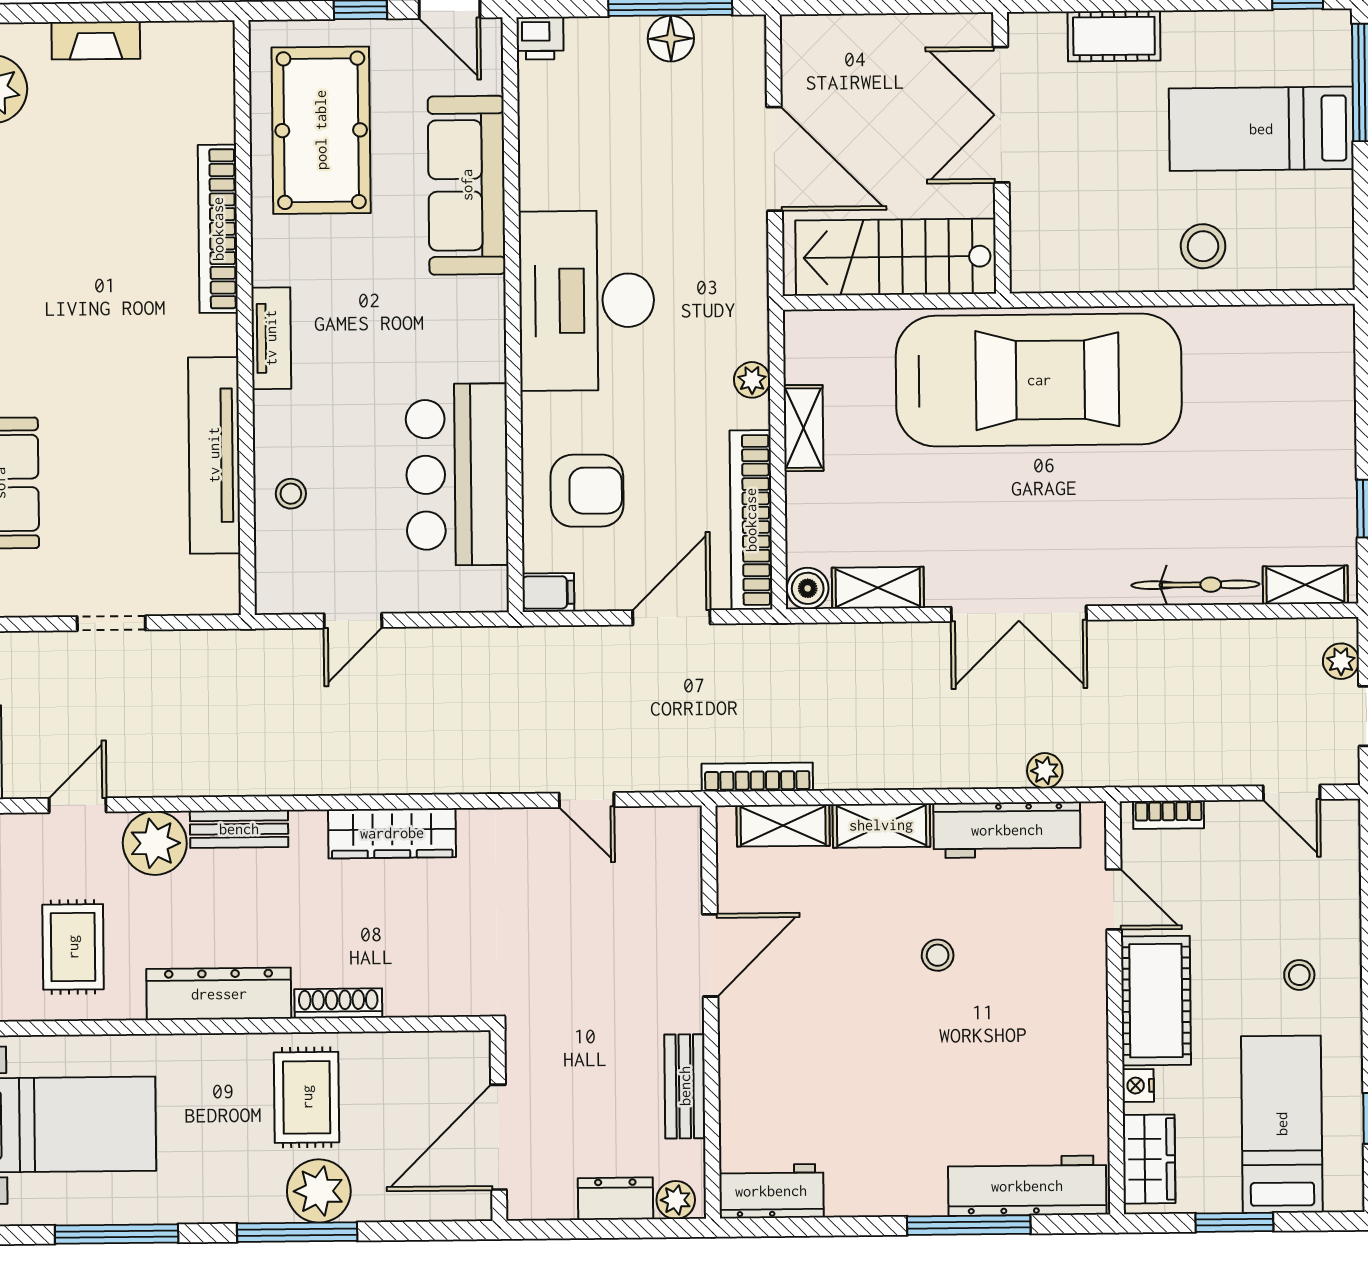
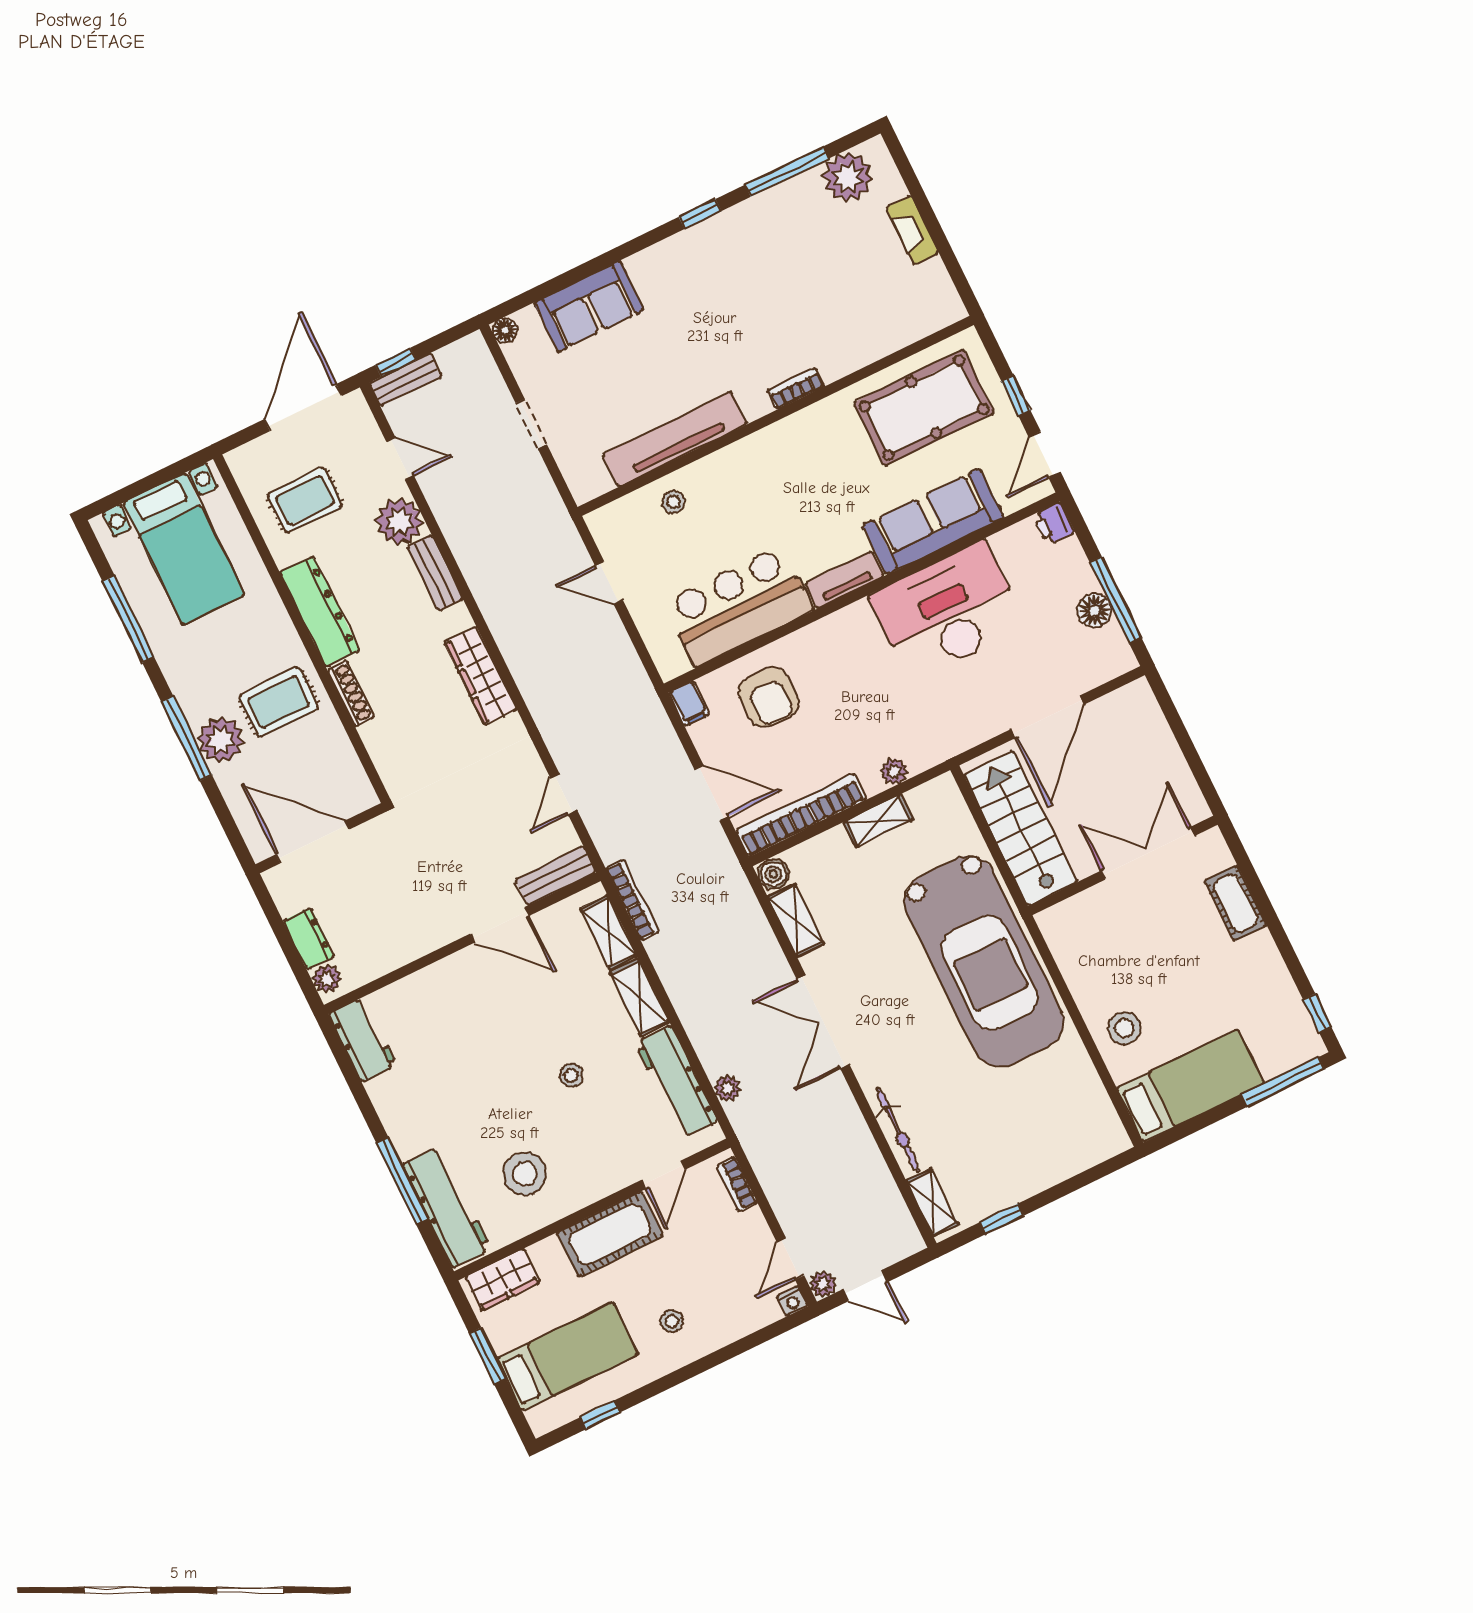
bed: (1261, 129) -> (1190, 1086), moved, turned 90
bookcase: (218, 229) -> (796, 389), width x0.43, depth x0.76
desk: (587, 301) -> (948, 611), moved
tv unit: (271, 338) -> (844, 580), moved, turned 180
plant: (1341, 661) -> (823, 1284), moved
stool: (1032, 1070) -> (525, 1174), added
nightstand: (1138, 1085) -> (792, 1301), moved, turned 180
bench: (685, 1086) -> (556, 876), moved

